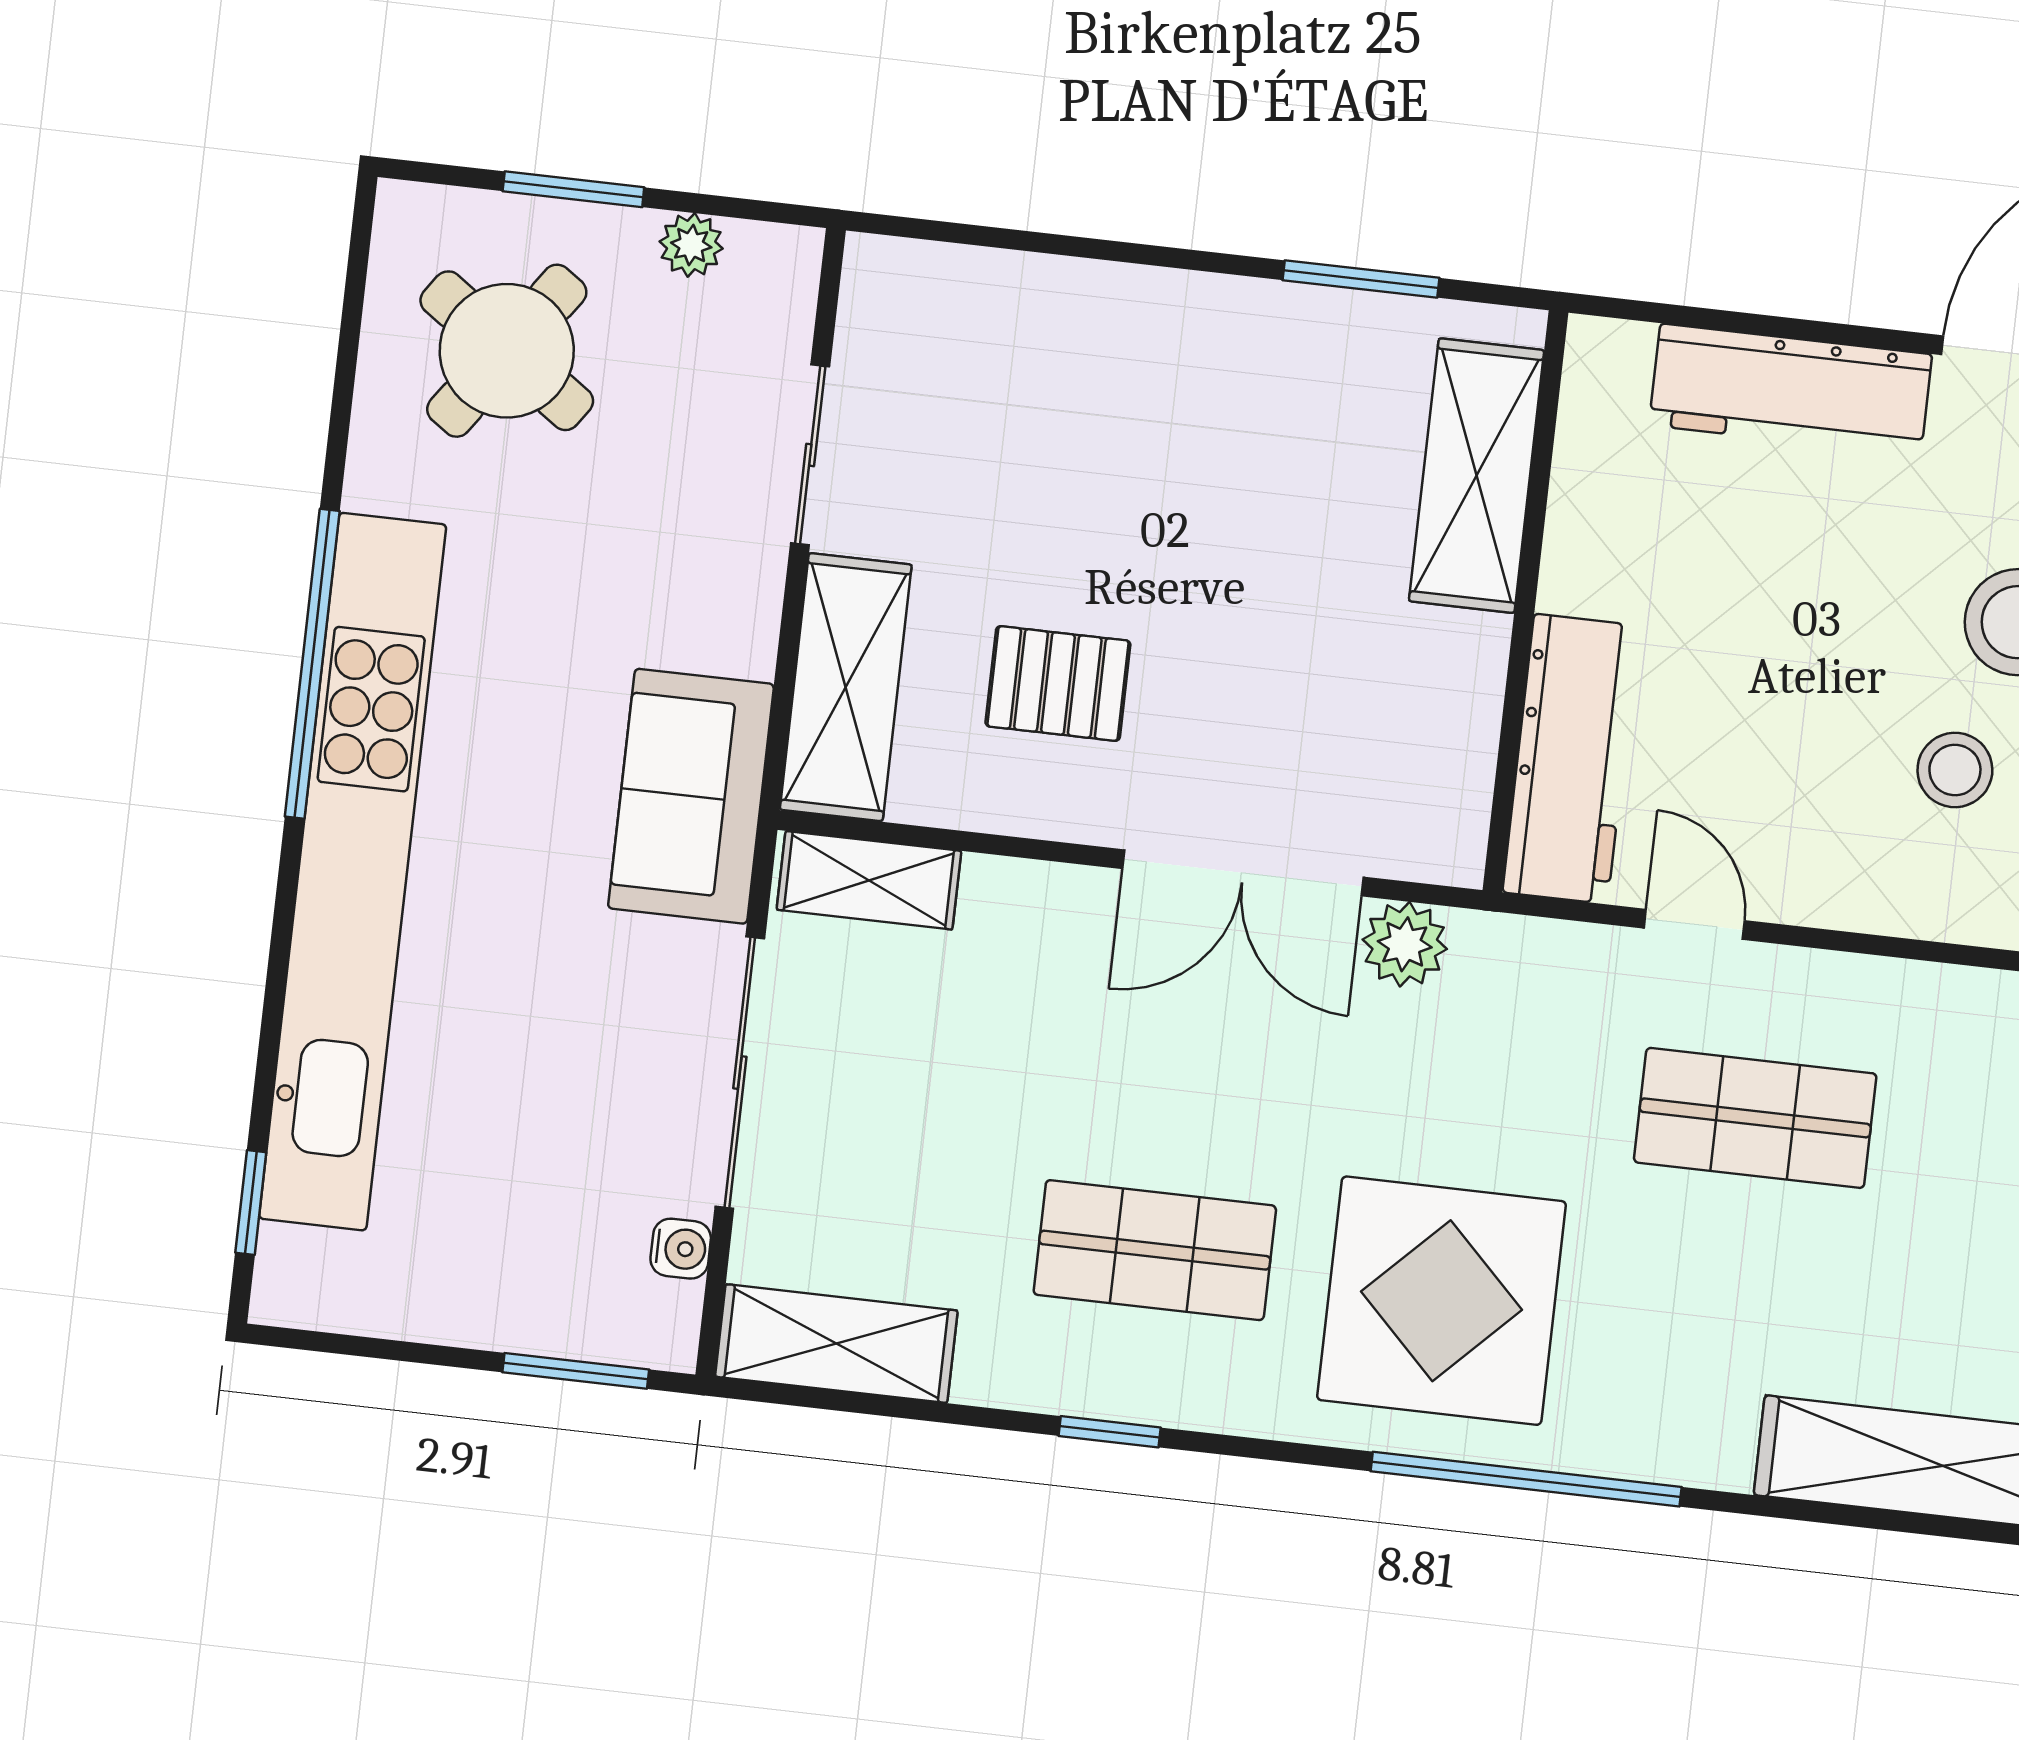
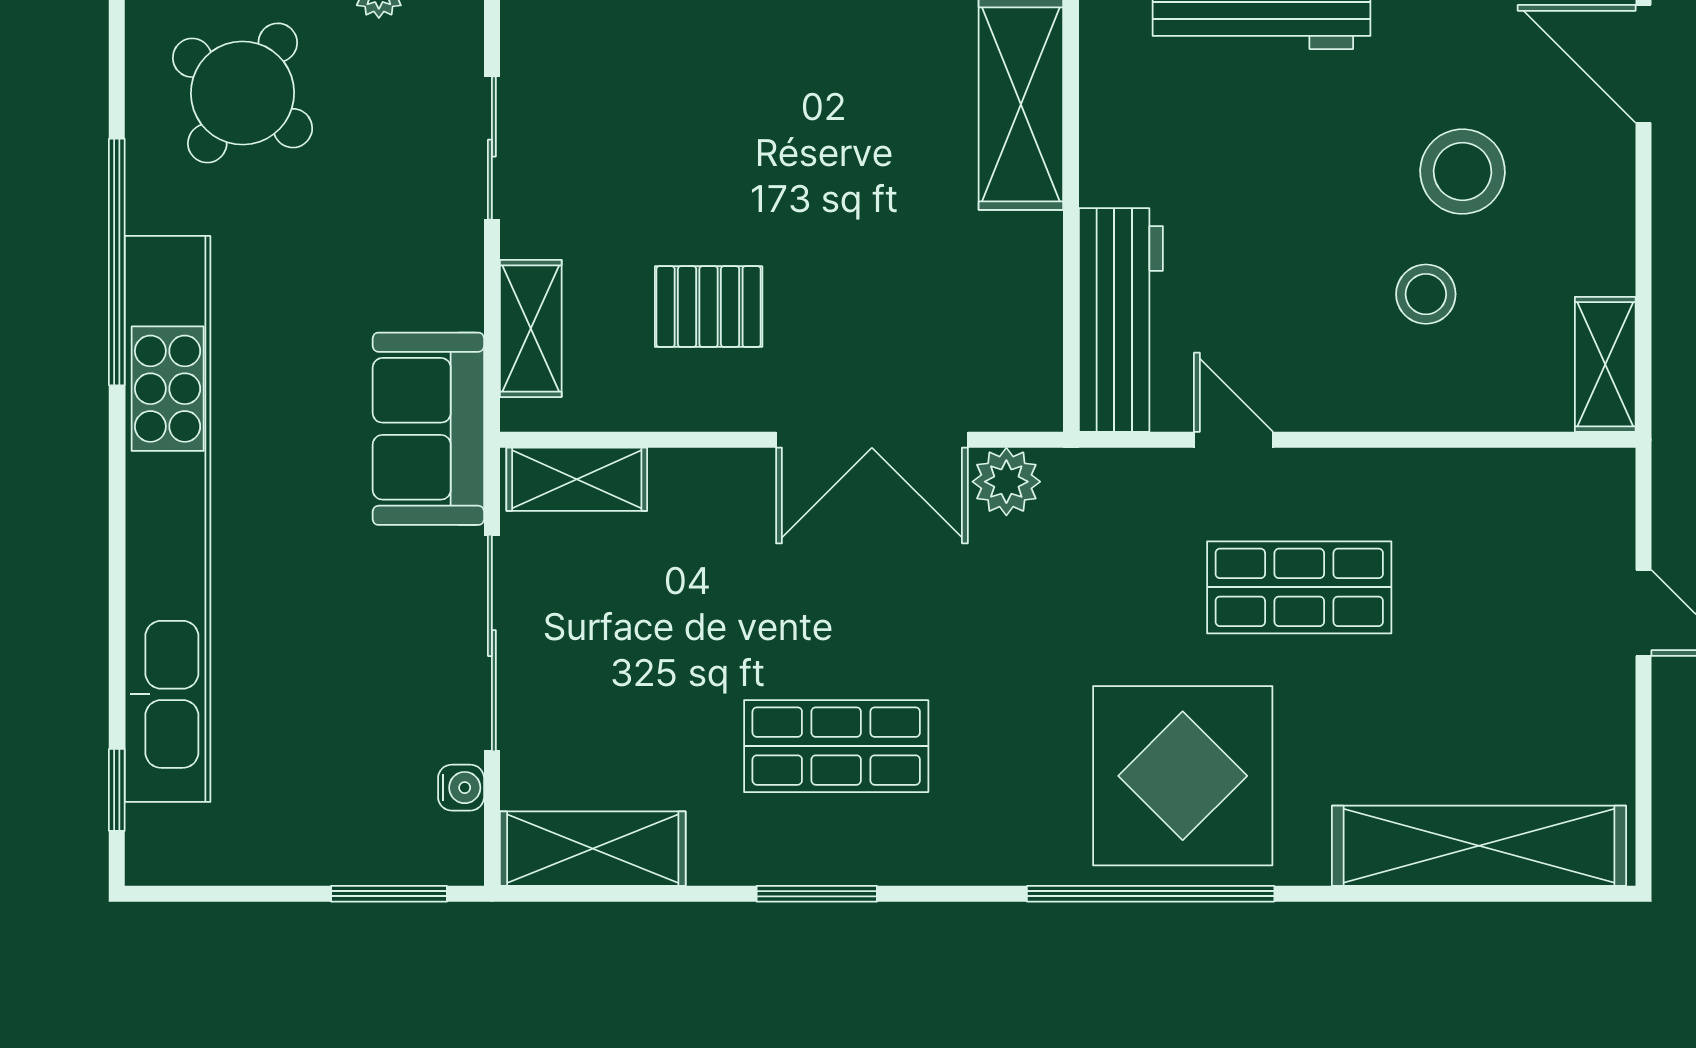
window: (312, 664) -> (117, 262), moved
shelving: (846, 687) -> (531, 328), width x0.67, depth x0.75
display table: (1442, 1301) -> (1183, 776), moved
window: (1110, 1432) -> (817, 894), width x1.50

